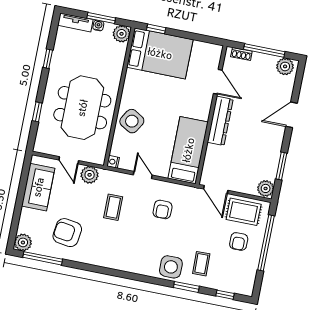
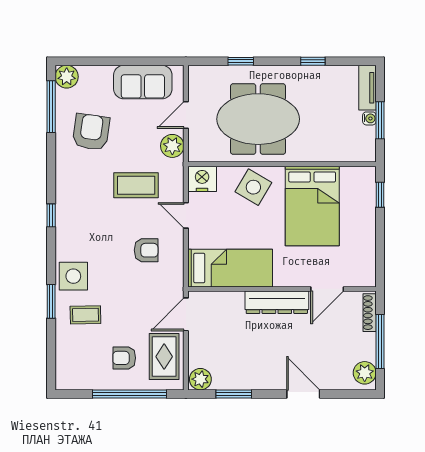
plant: (122, 34) -> (365, 151), removed
bed: (160, 53) -> (312, 206), moved
shoe rack: (241, 54) -> (370, 313), width x1.43
nightstand: (113, 162) -> (202, 179), width x1.89, depth x1.79
door: (143, 175) -> (186, 215), swing flipped
coffee table: (113, 207) -> (136, 185), width x1.36, depth x1.30
armchair: (163, 209) -> (146, 250), turned 180
window: (225, 295) -> (51, 215), moved

